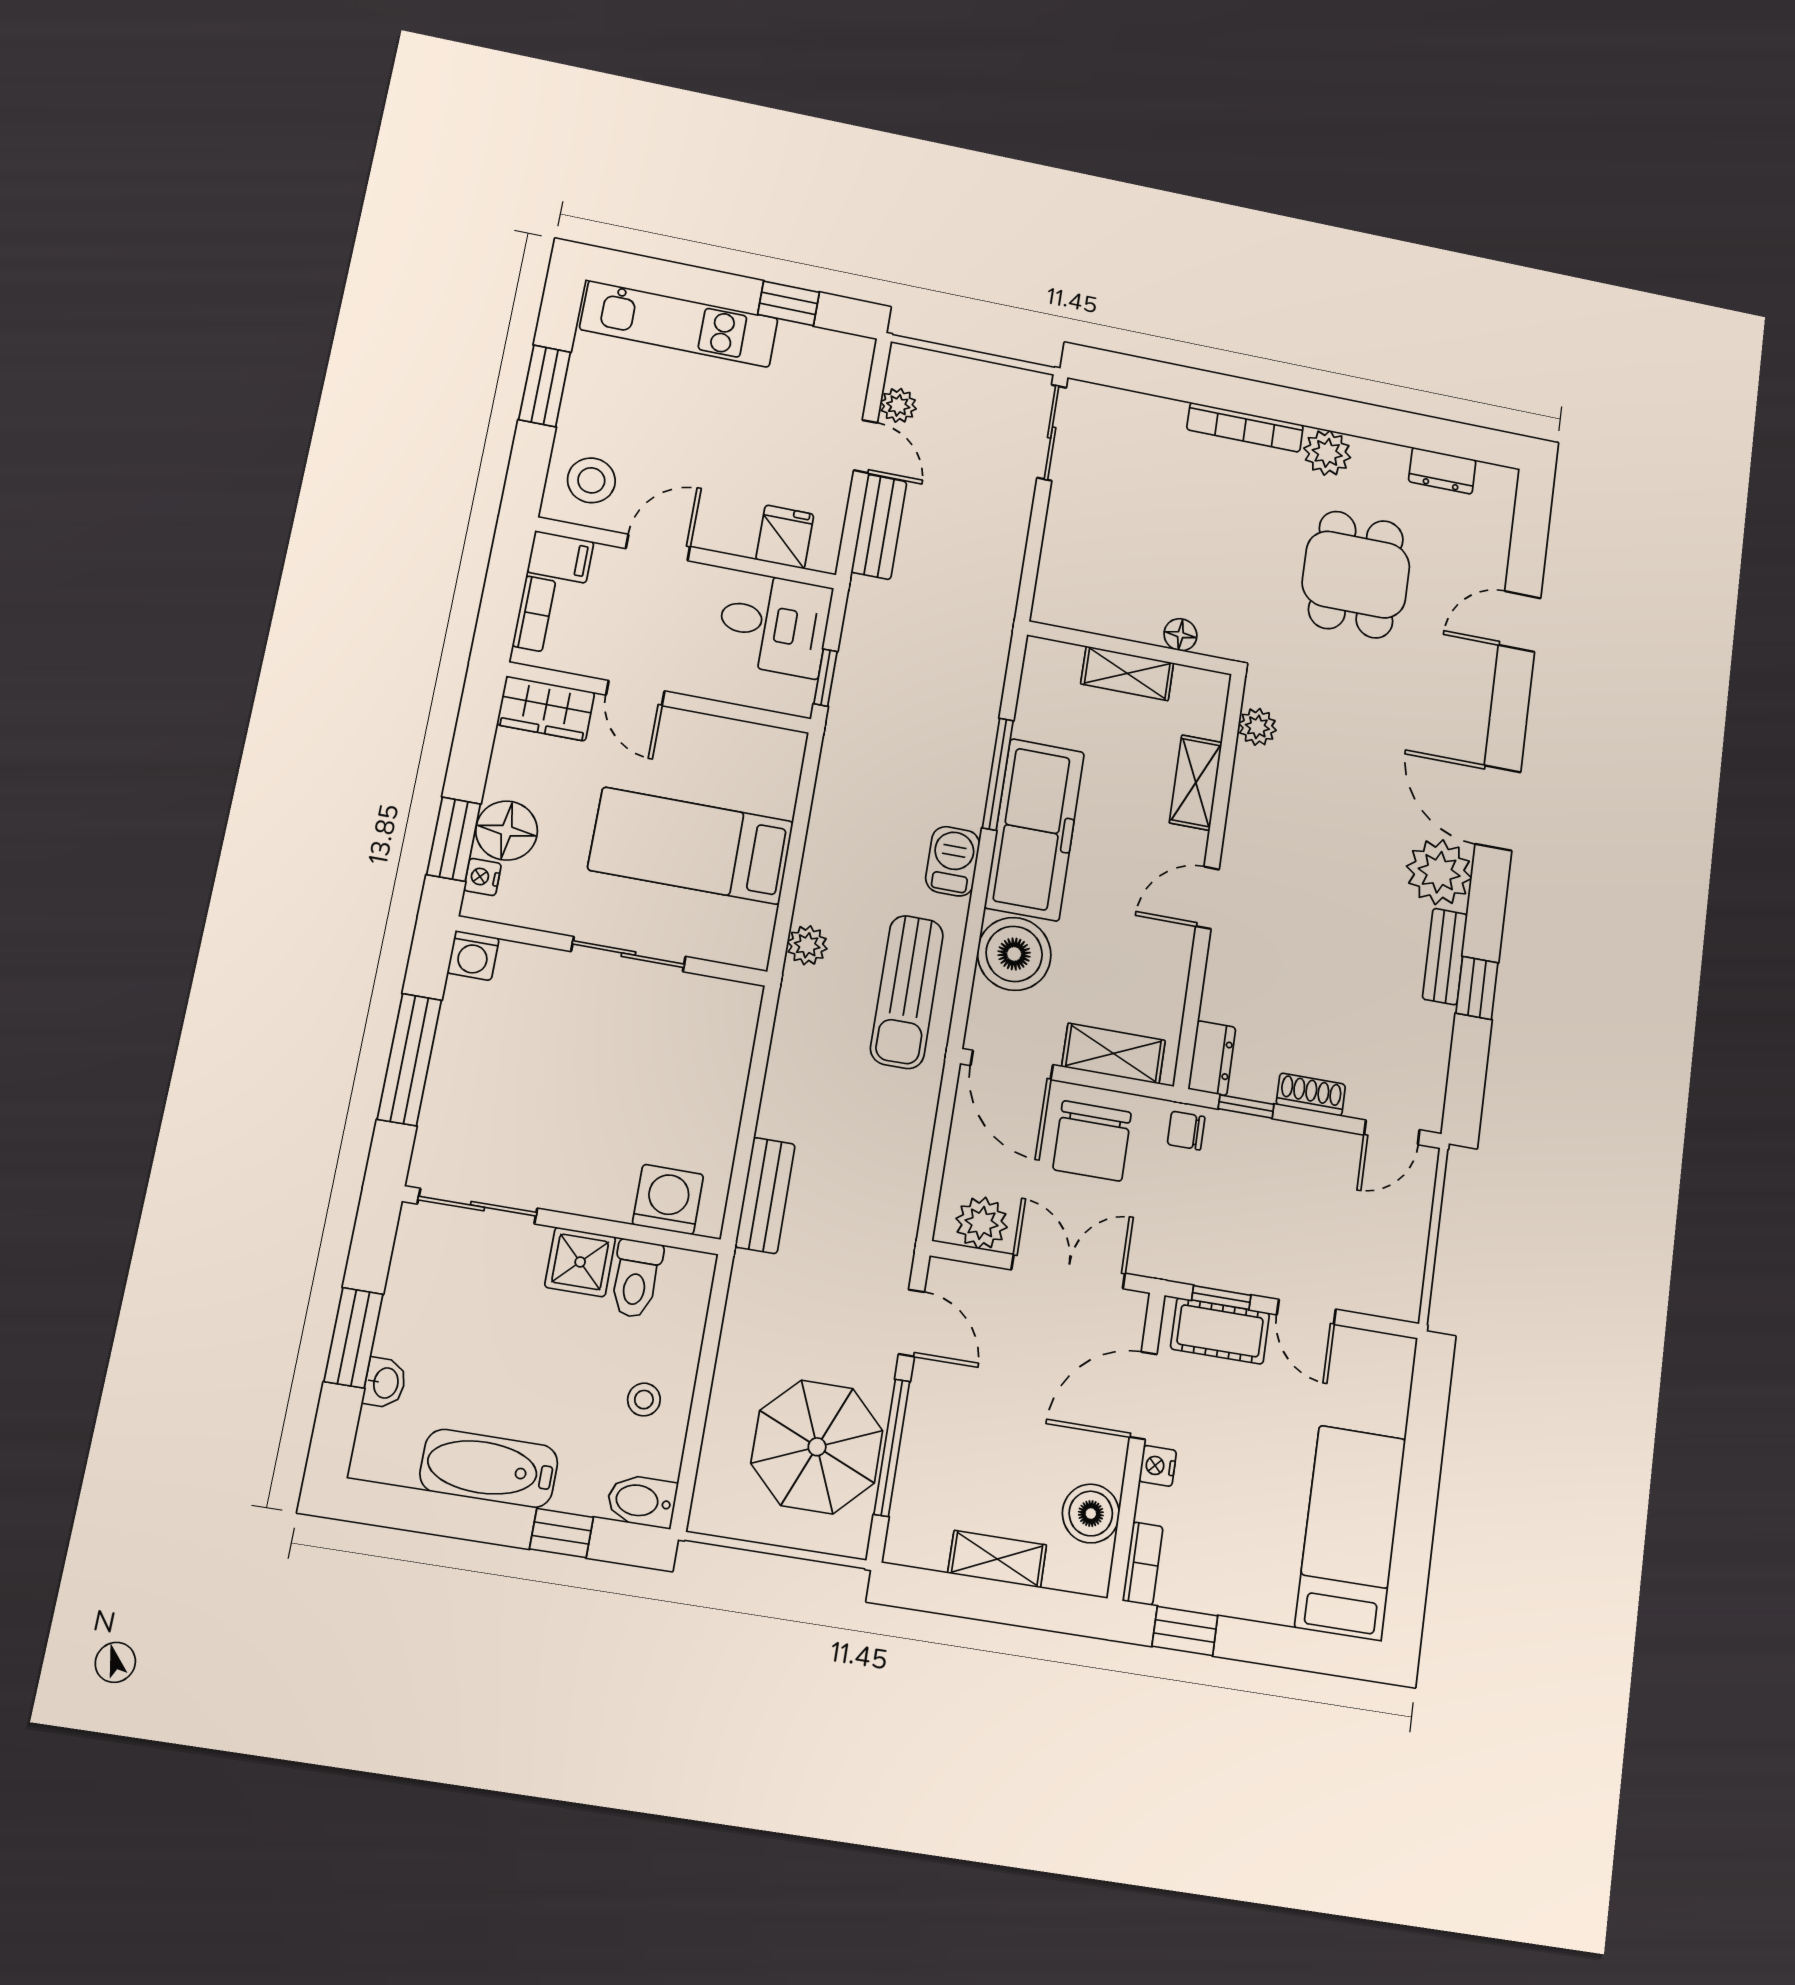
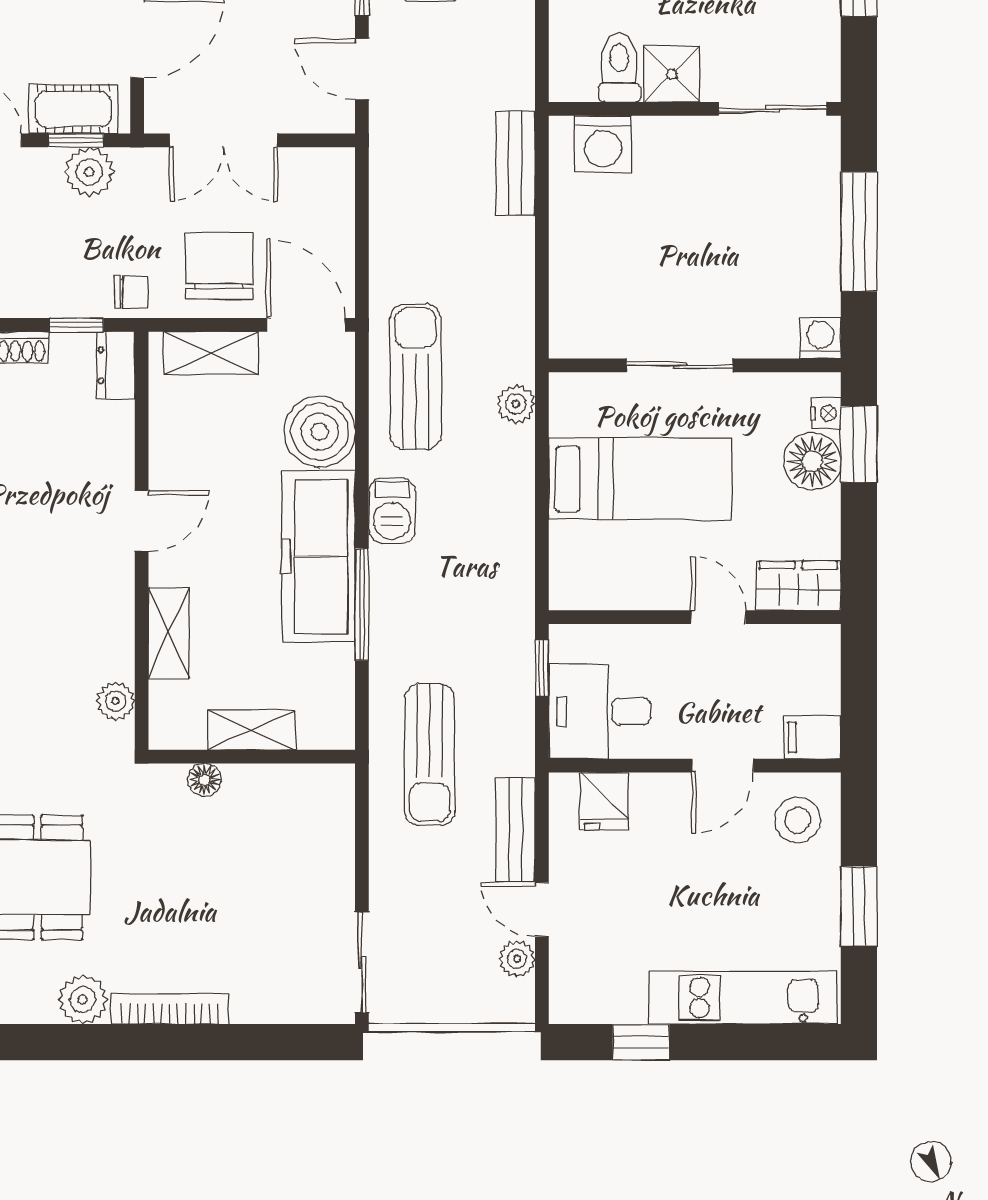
bookcase: (534, 614) -> (827, 676), removed
sun lounger: (953, 615) -> (430, 755), added
plant: (982, 1223) -> (89, 172), moved

